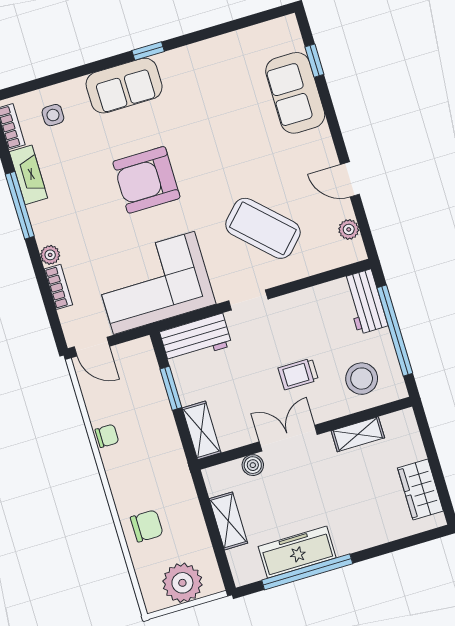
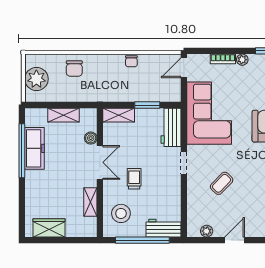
coffee table: (263, 228) -> (222, 183), width x0.54, depth x0.58

